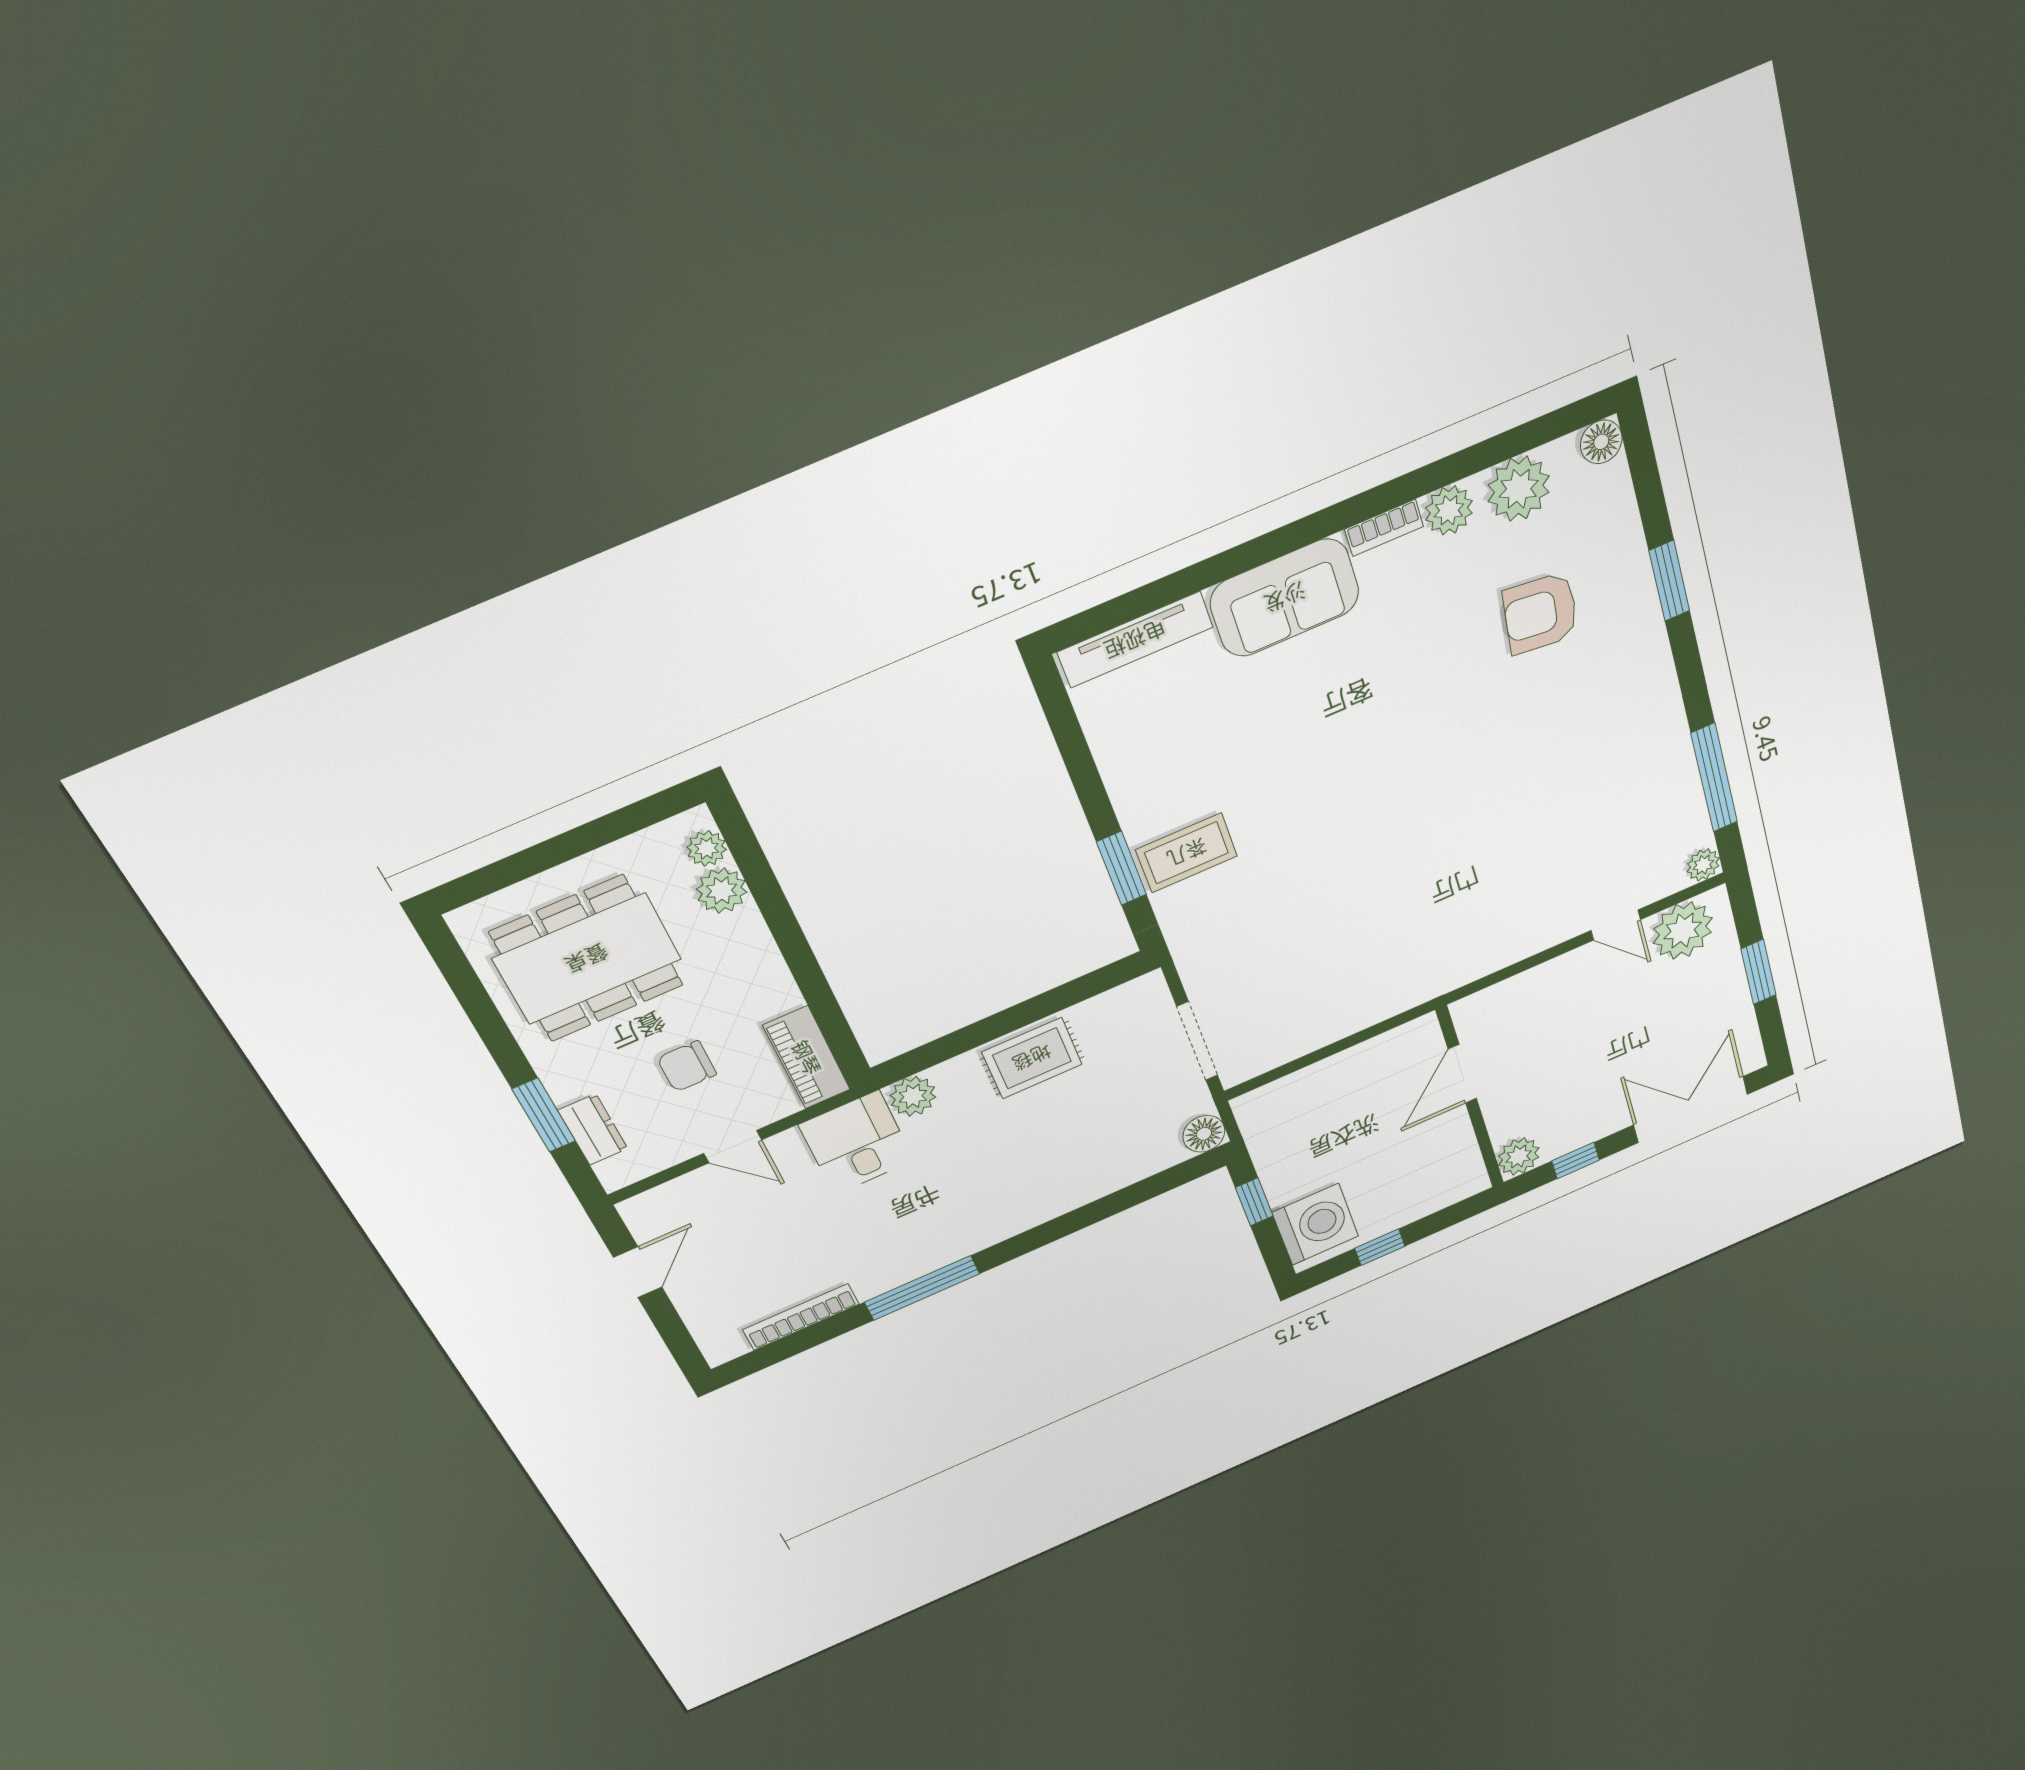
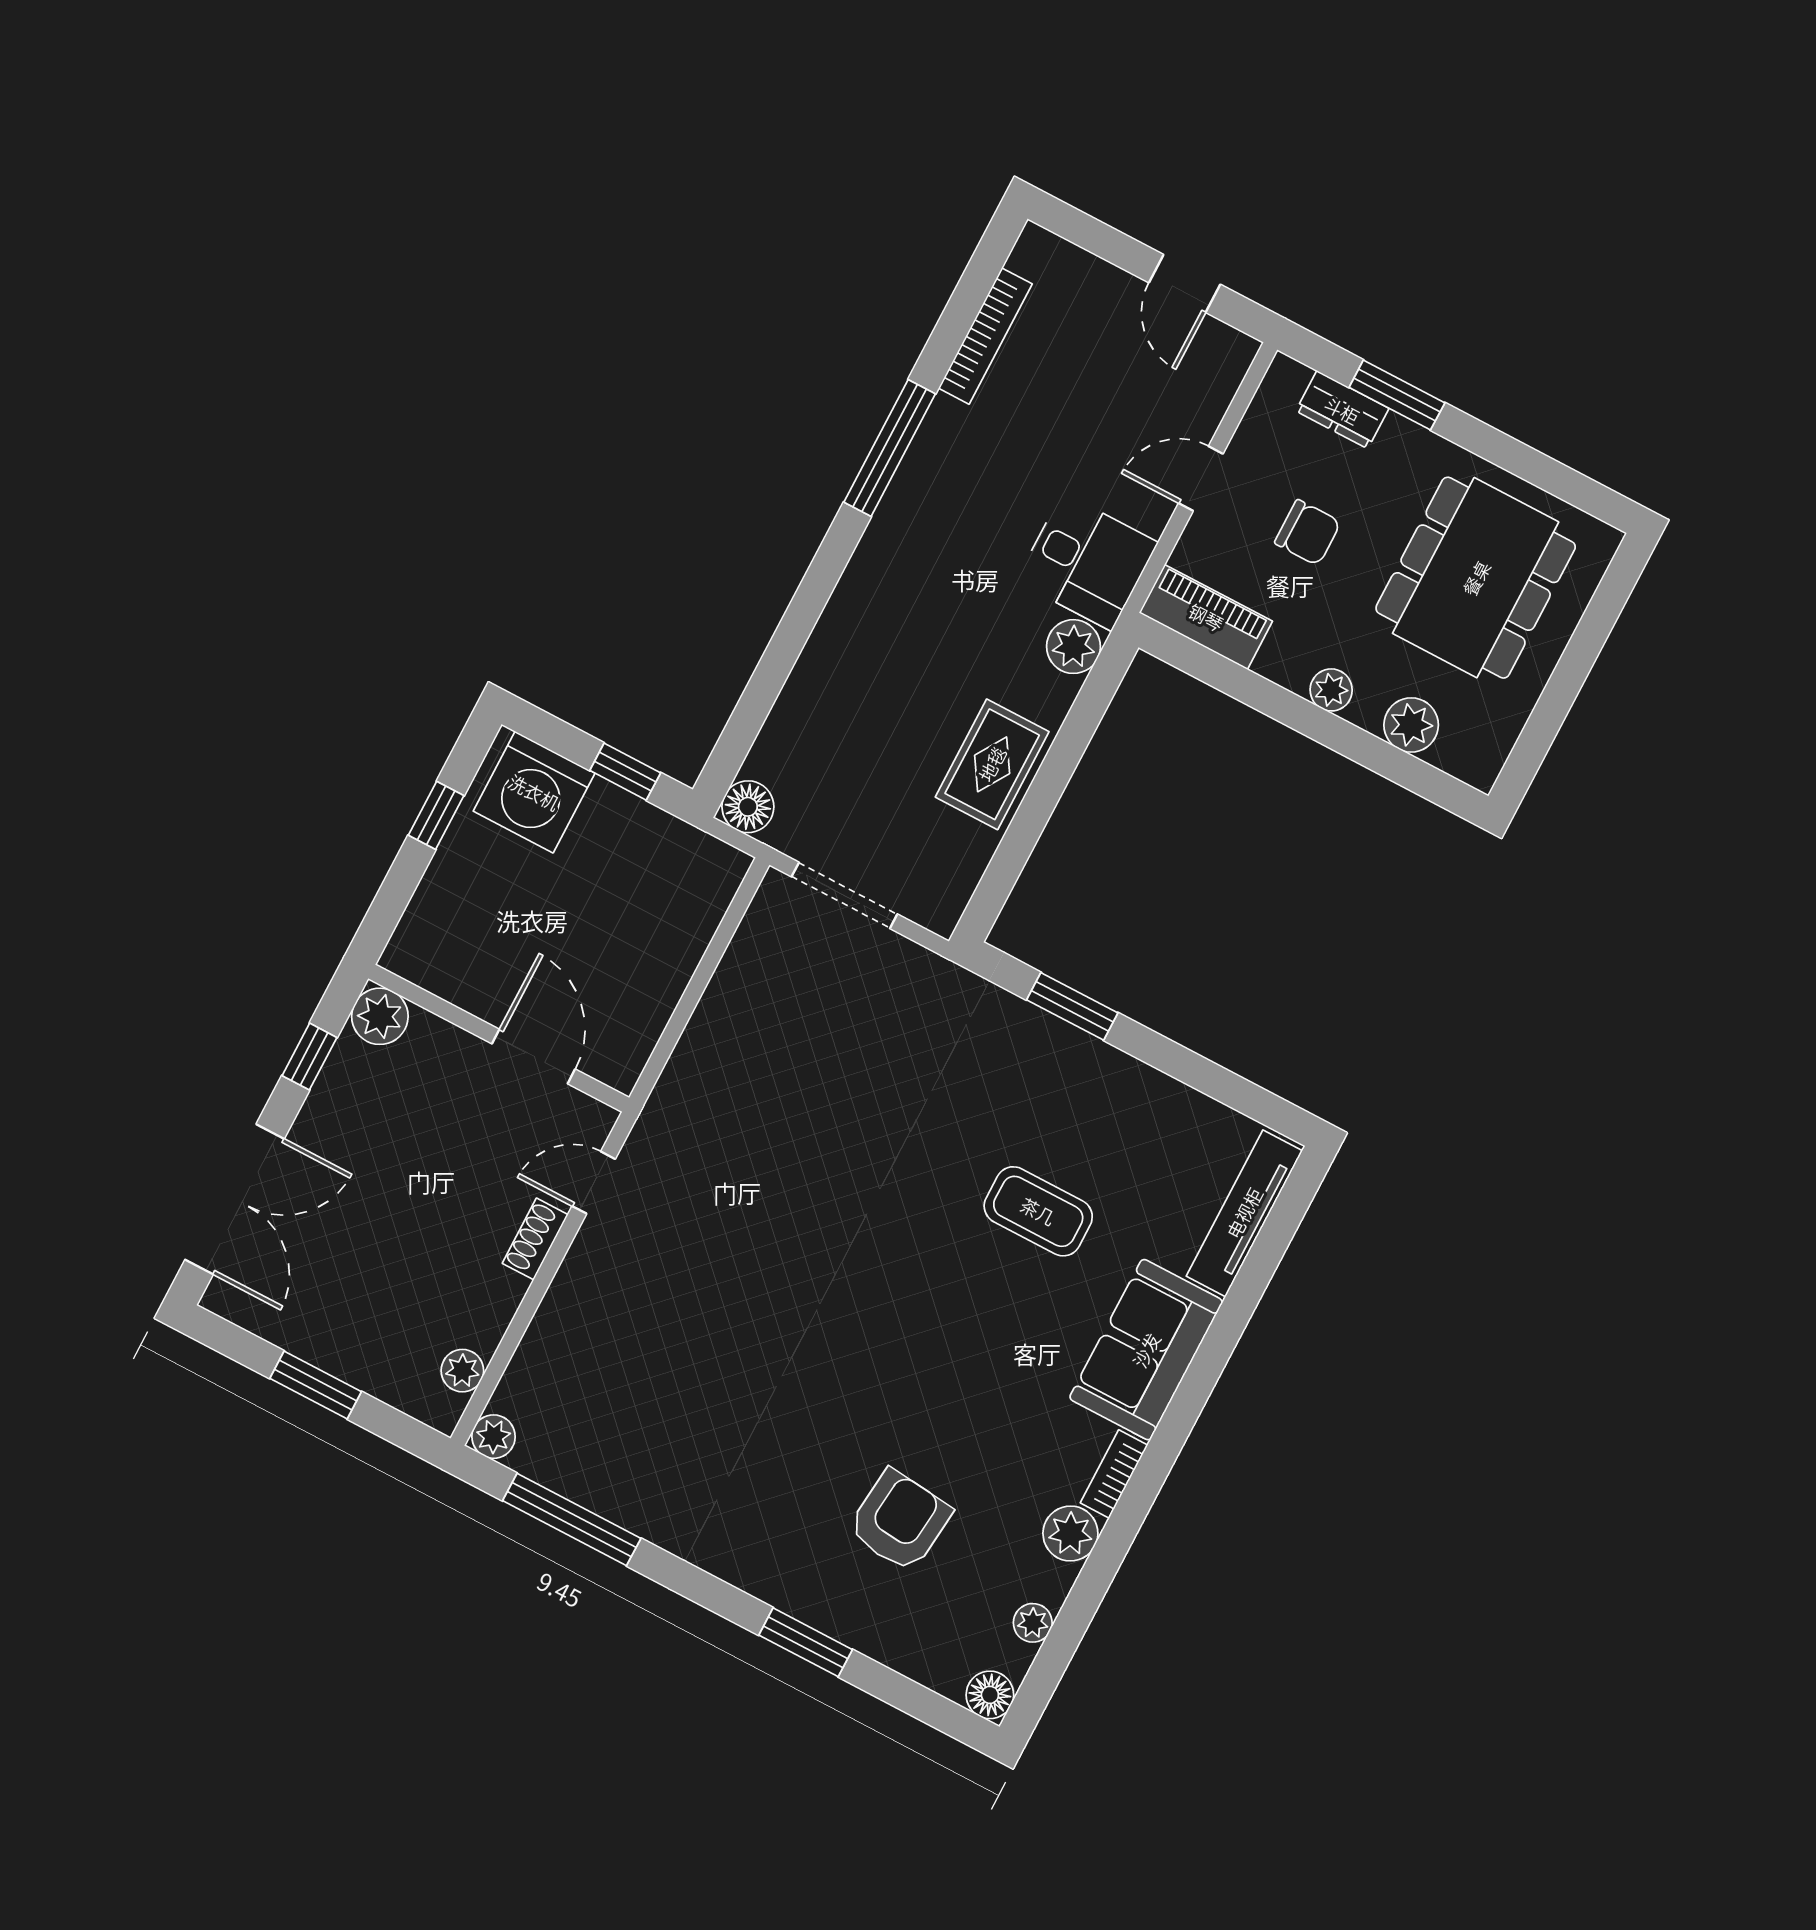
plant: (1519, 489) -> (1033, 1623), width x0.53, depth x0.53
plant: (707, 848) -> (1331, 690), moved
coffee table: (1187, 853) -> (1038, 1211), moved, turned 90
door: (1616, 925) -> (594, 1183), moved
plant: (1683, 931) -> (462, 1371), width x0.53, depth x0.53
shoe rack: (1566, 966) -> (535, 1239), added
chair: (687, 1066) -> (1308, 533), turned 90

